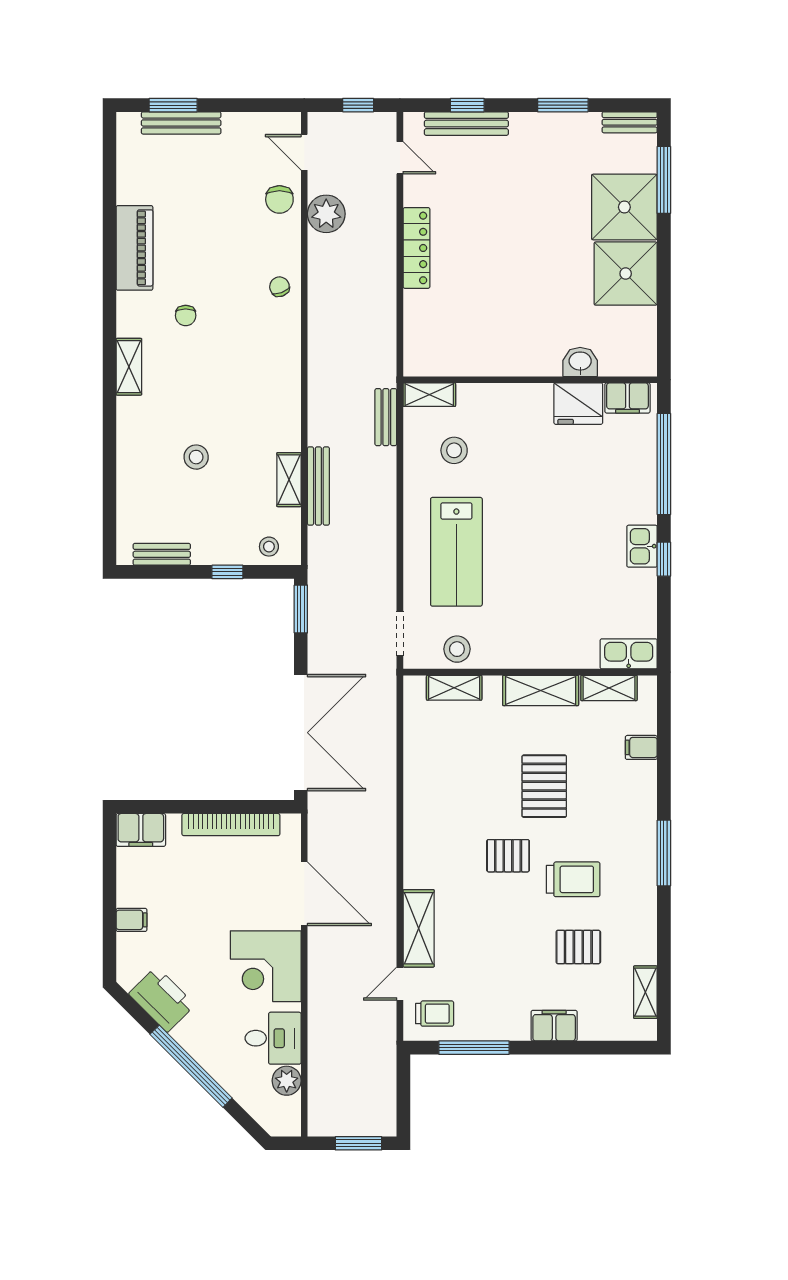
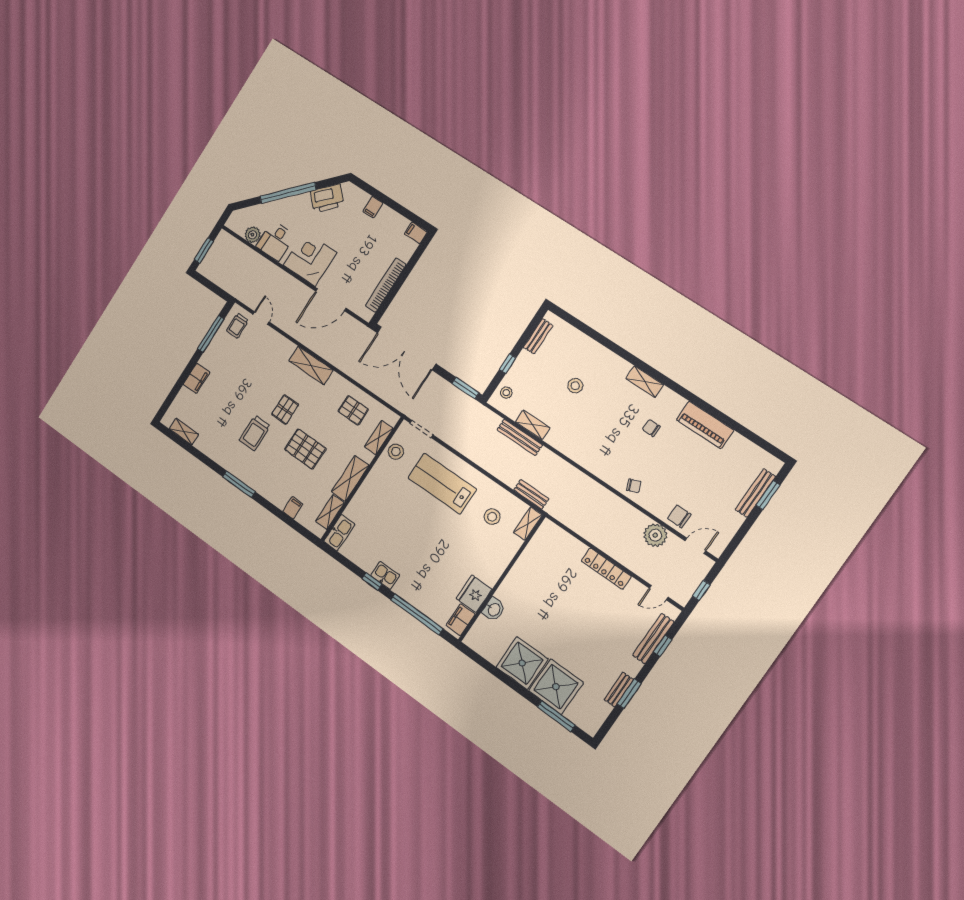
bench: (630, 122) -> (619, 690), moved
filing cabinet: (141, 830) -> (416, 233), width x0.50
shelving: (419, 928) -> (311, 365), moved
pallet: (578, 947) -> (353, 410), moved, turned 90

